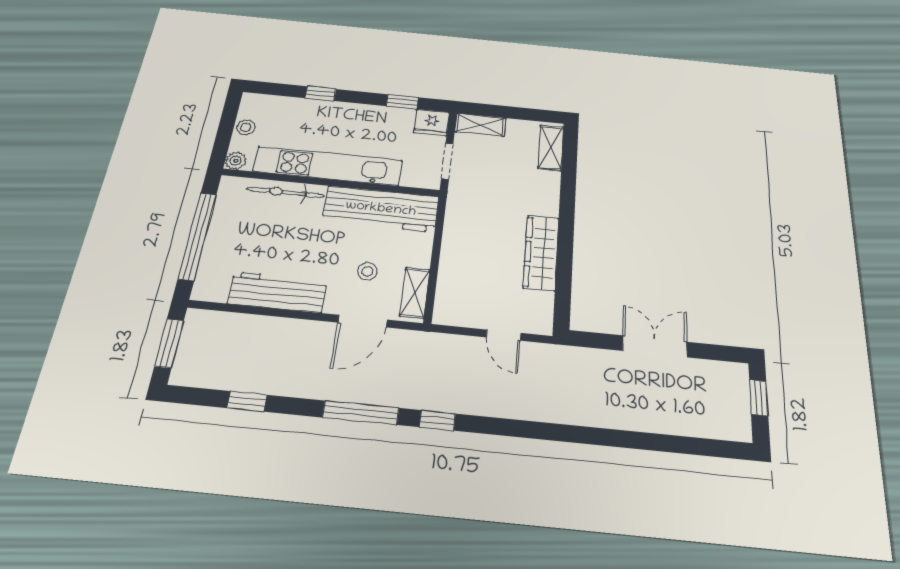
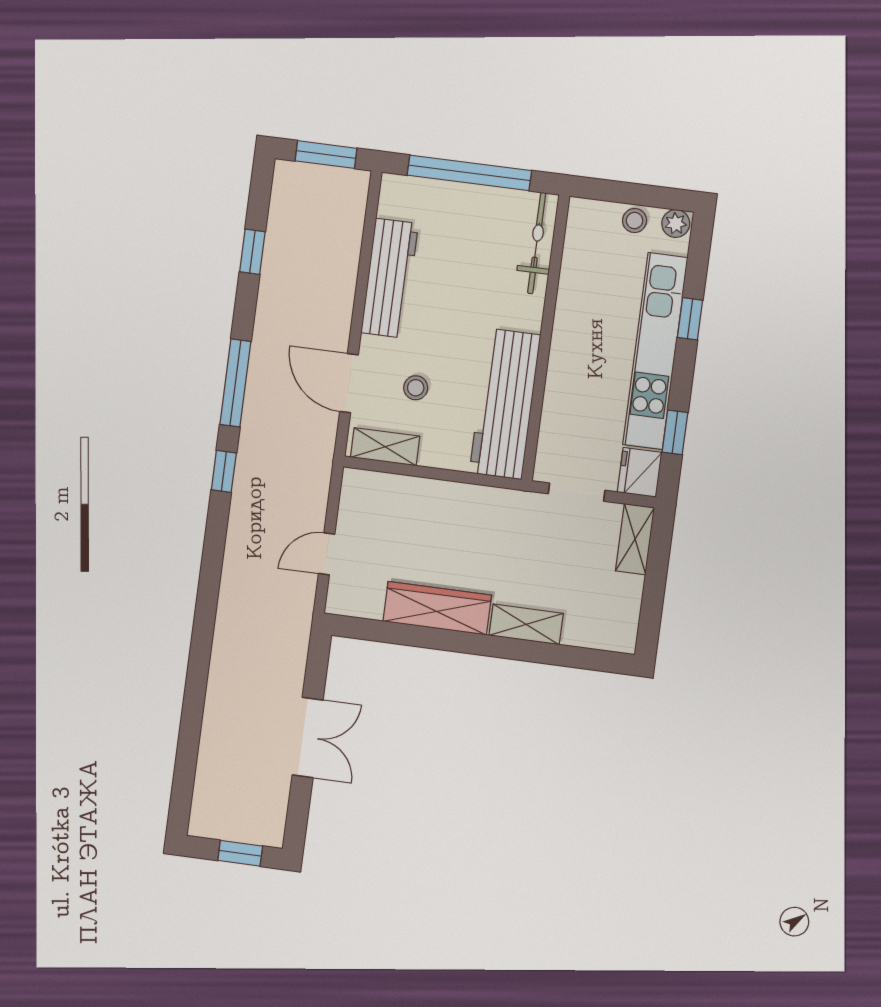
shelving: (551, 148) -> (526, 624), moved
plant: (236, 161) -> (676, 224), moved
kitchen unit: (328, 166) -> (655, 351), moved, turned 180
bicycle: (286, 192) -> (537, 243), moved

